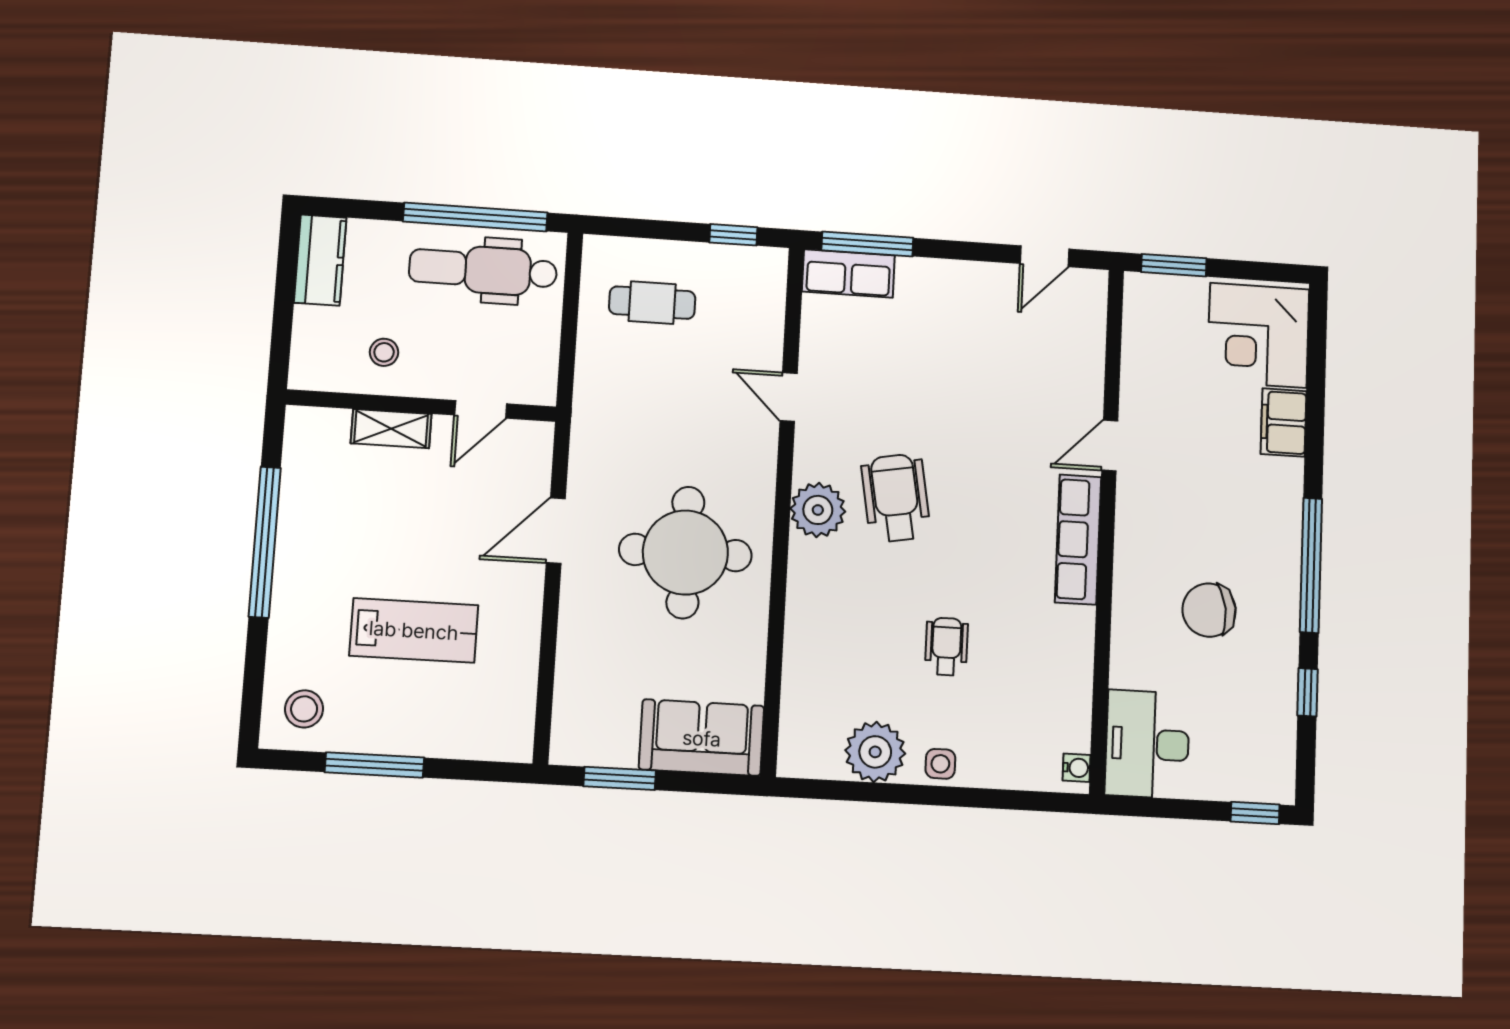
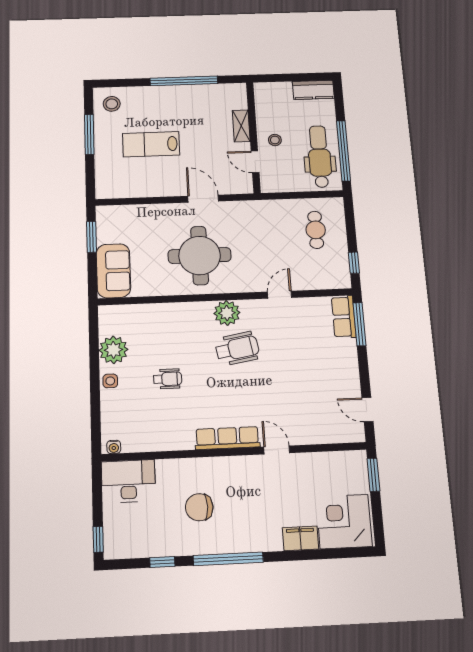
stool: (384, 352) -> (275, 140), moved
chair: (1209, 610) -> (199, 507), turned -82
lab bench: (414, 630) -> (151, 144), turned 90

